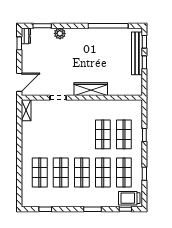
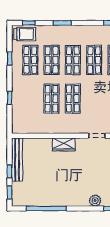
bench: (137, 53) -> (17, 160), moved
wardrobe: (91, 89) -> (64, 144), width x0.67
shop shelf: (124, 134) -> (73, 99), moved

